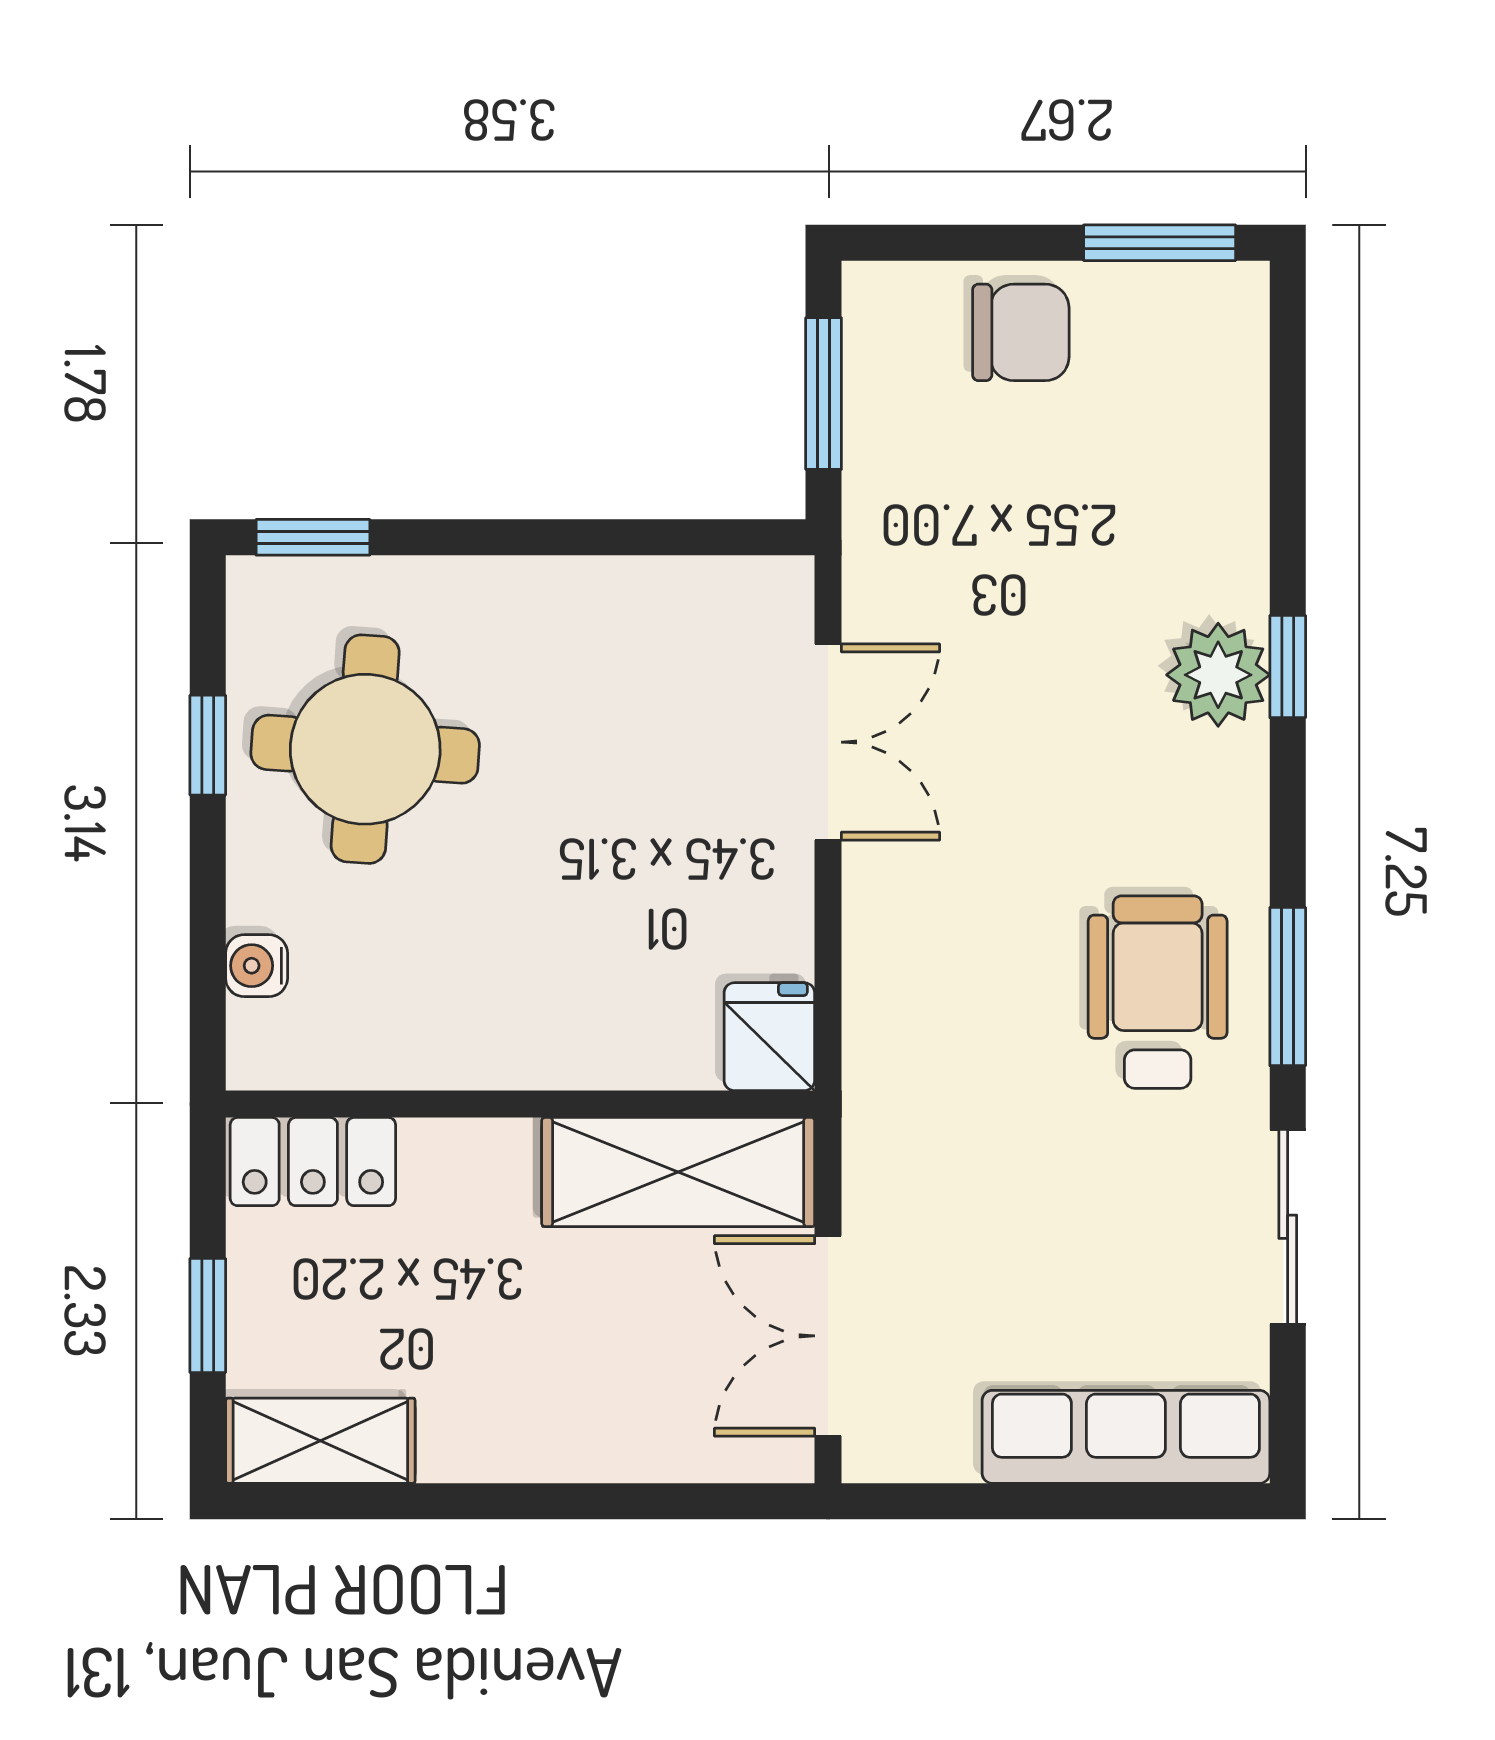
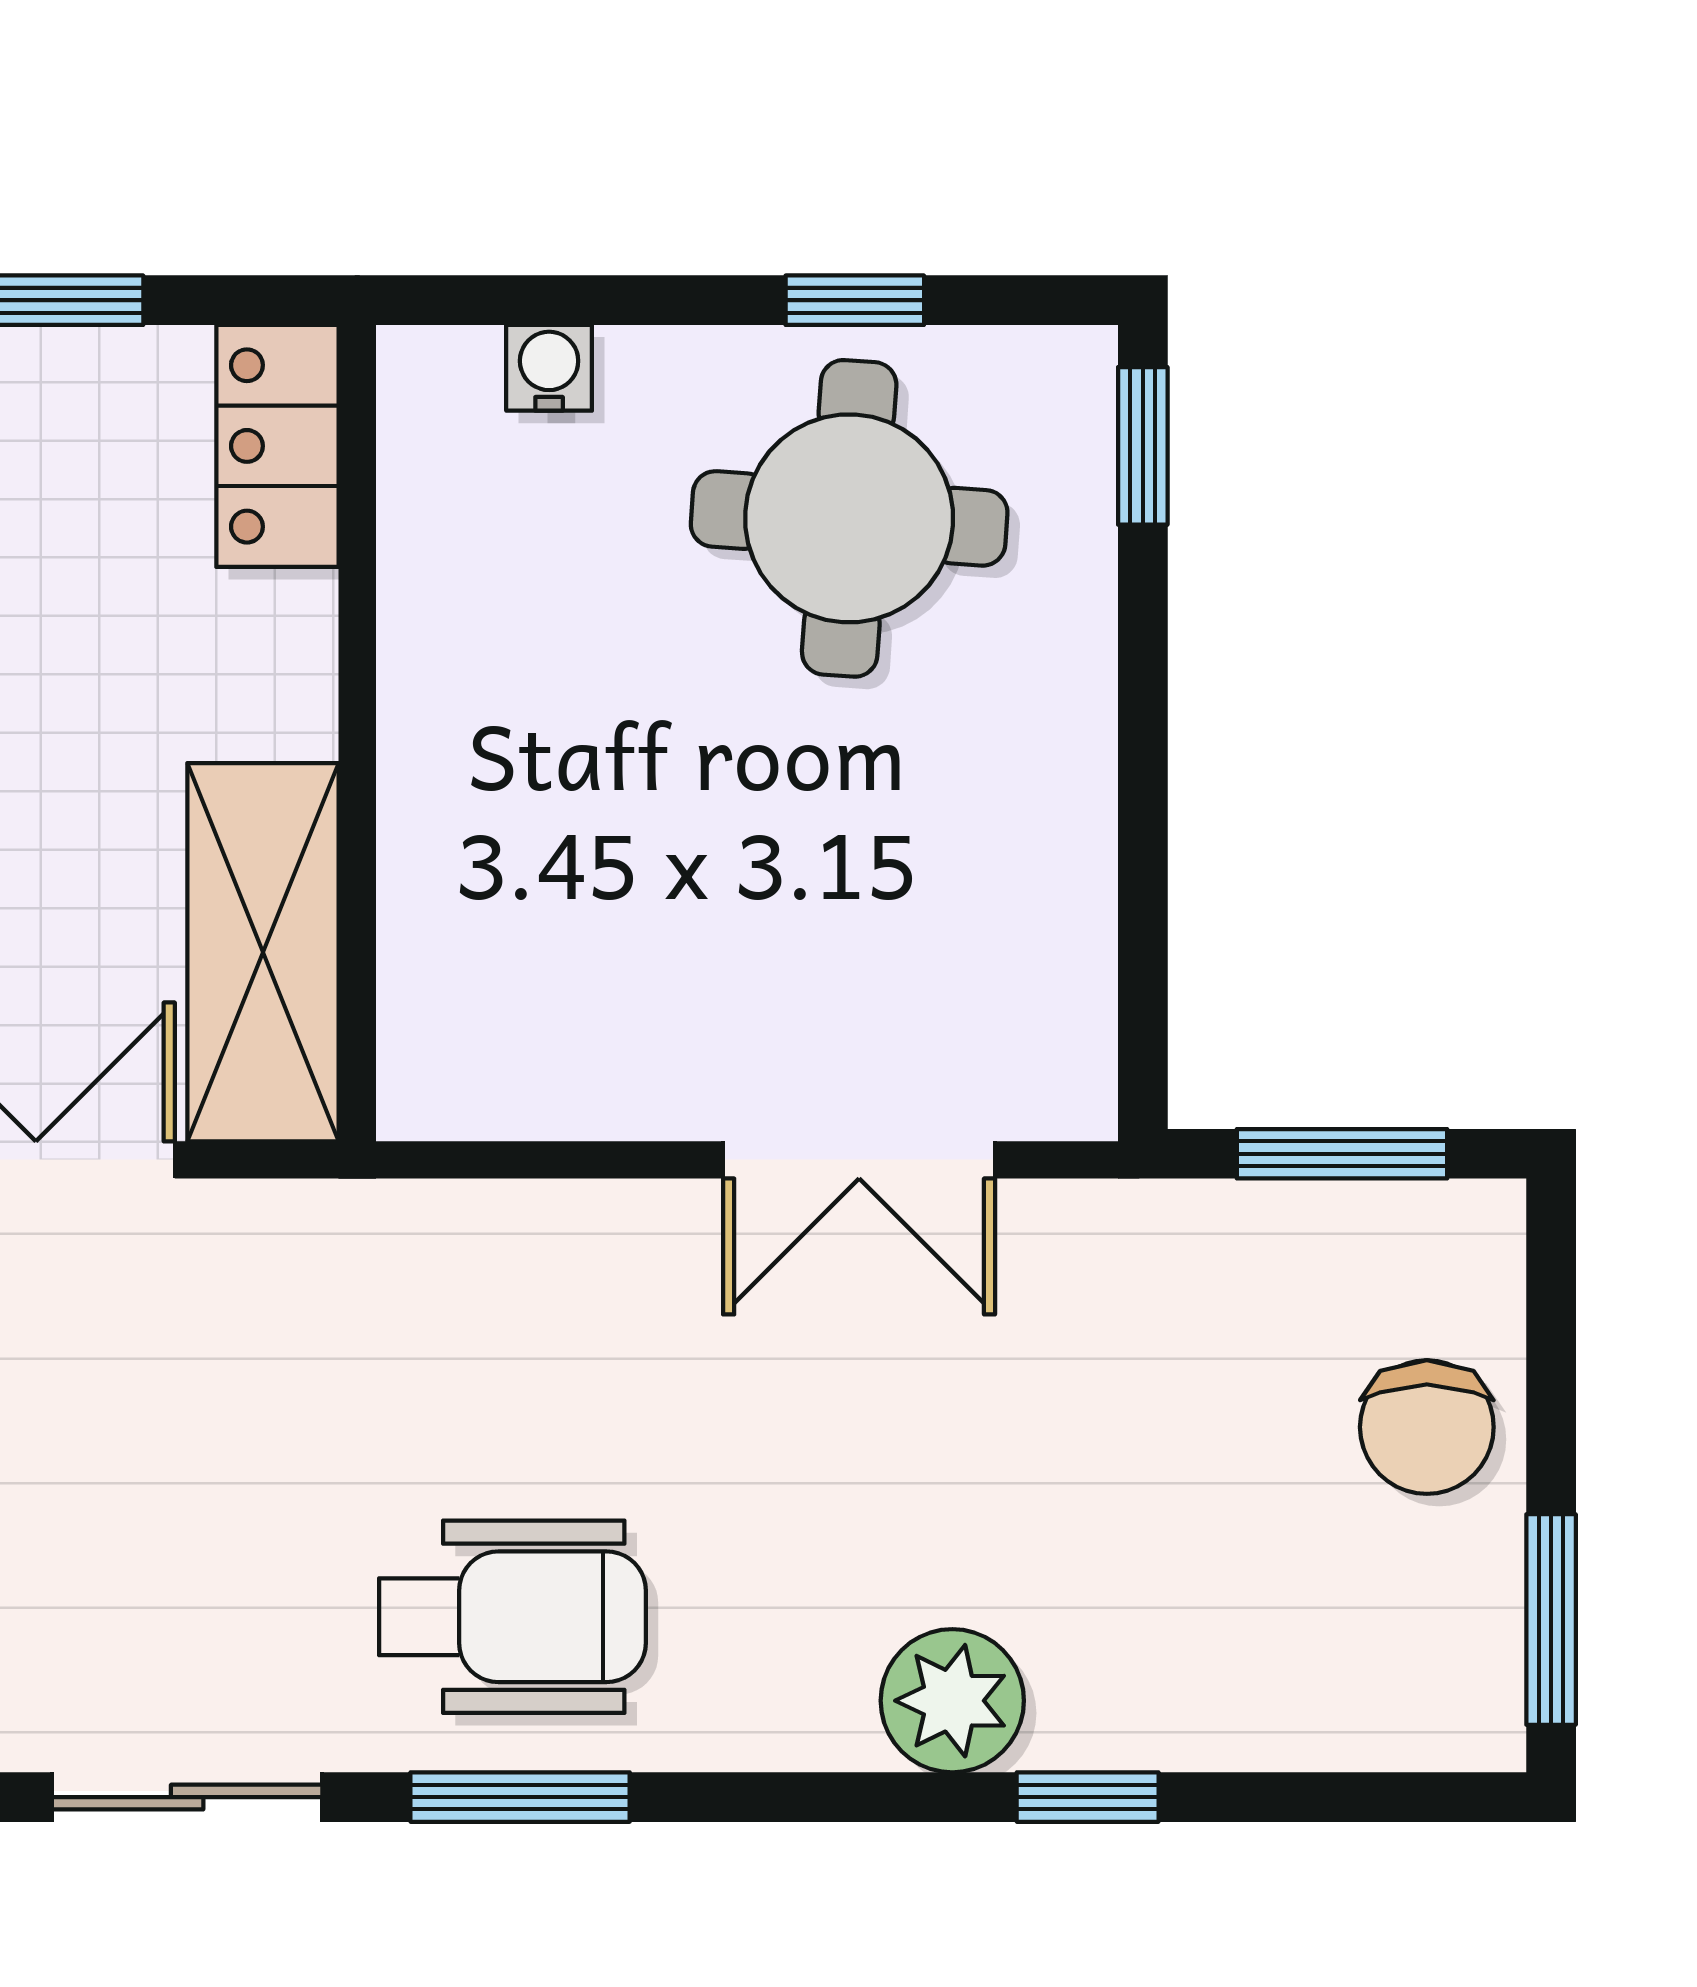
window: (1288, 667) -> (1088, 1797), moved
fridge: (769, 1037) -> (451, 1079), removed

